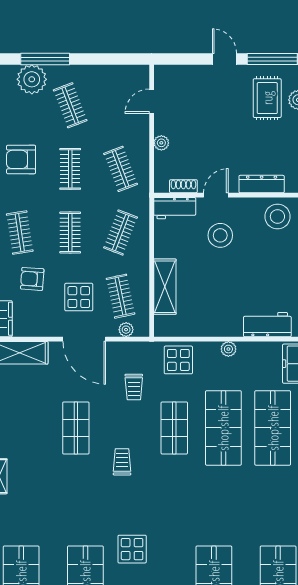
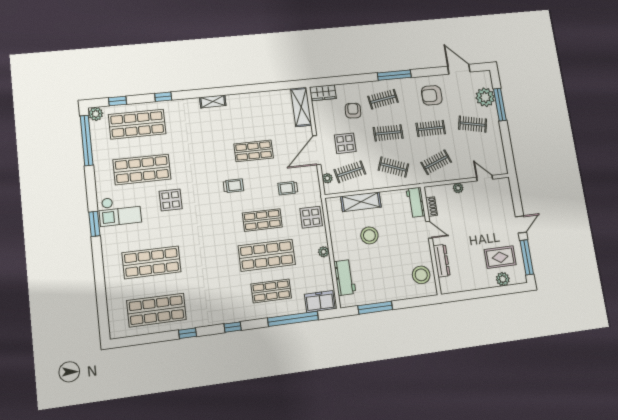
clothes rail: (70, 105) -> (473, 124), turned 33
armchair: (21, 159) -> (432, 95), turned -90
stool: (220, 235) -> (369, 235), moved
shop shelf: (273, 428) -> (271, 291), width x0.70, depth x0.74

